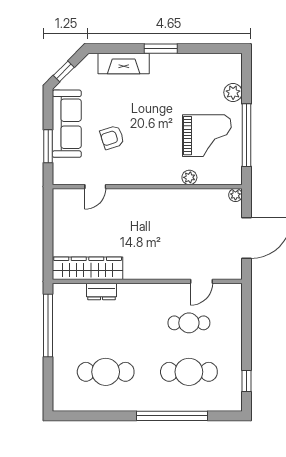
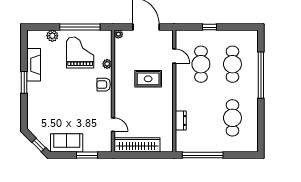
fireplace: (124, 64) -> (34, 65), moved
sofa: (67, 124) -> (67, 143), width x0.73
armchair: (112, 137) -> (104, 85), moved, turned 108
rug: (166, 241) -> (148, 79), added
wardrobe: (88, 268) -> (137, 145), moved, turned 90
cafe table: (189, 323) -> (201, 64), width x1.37, depth x1.35
window: (247, 381) -> (209, 27), moved

